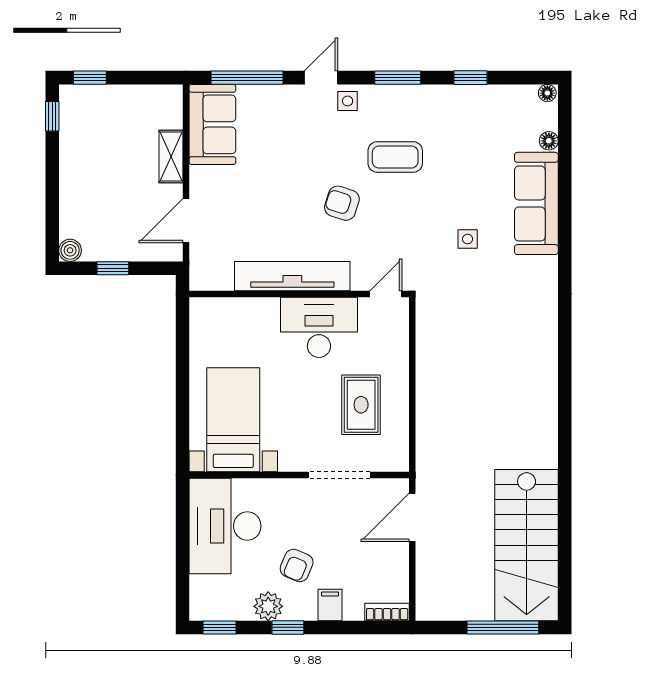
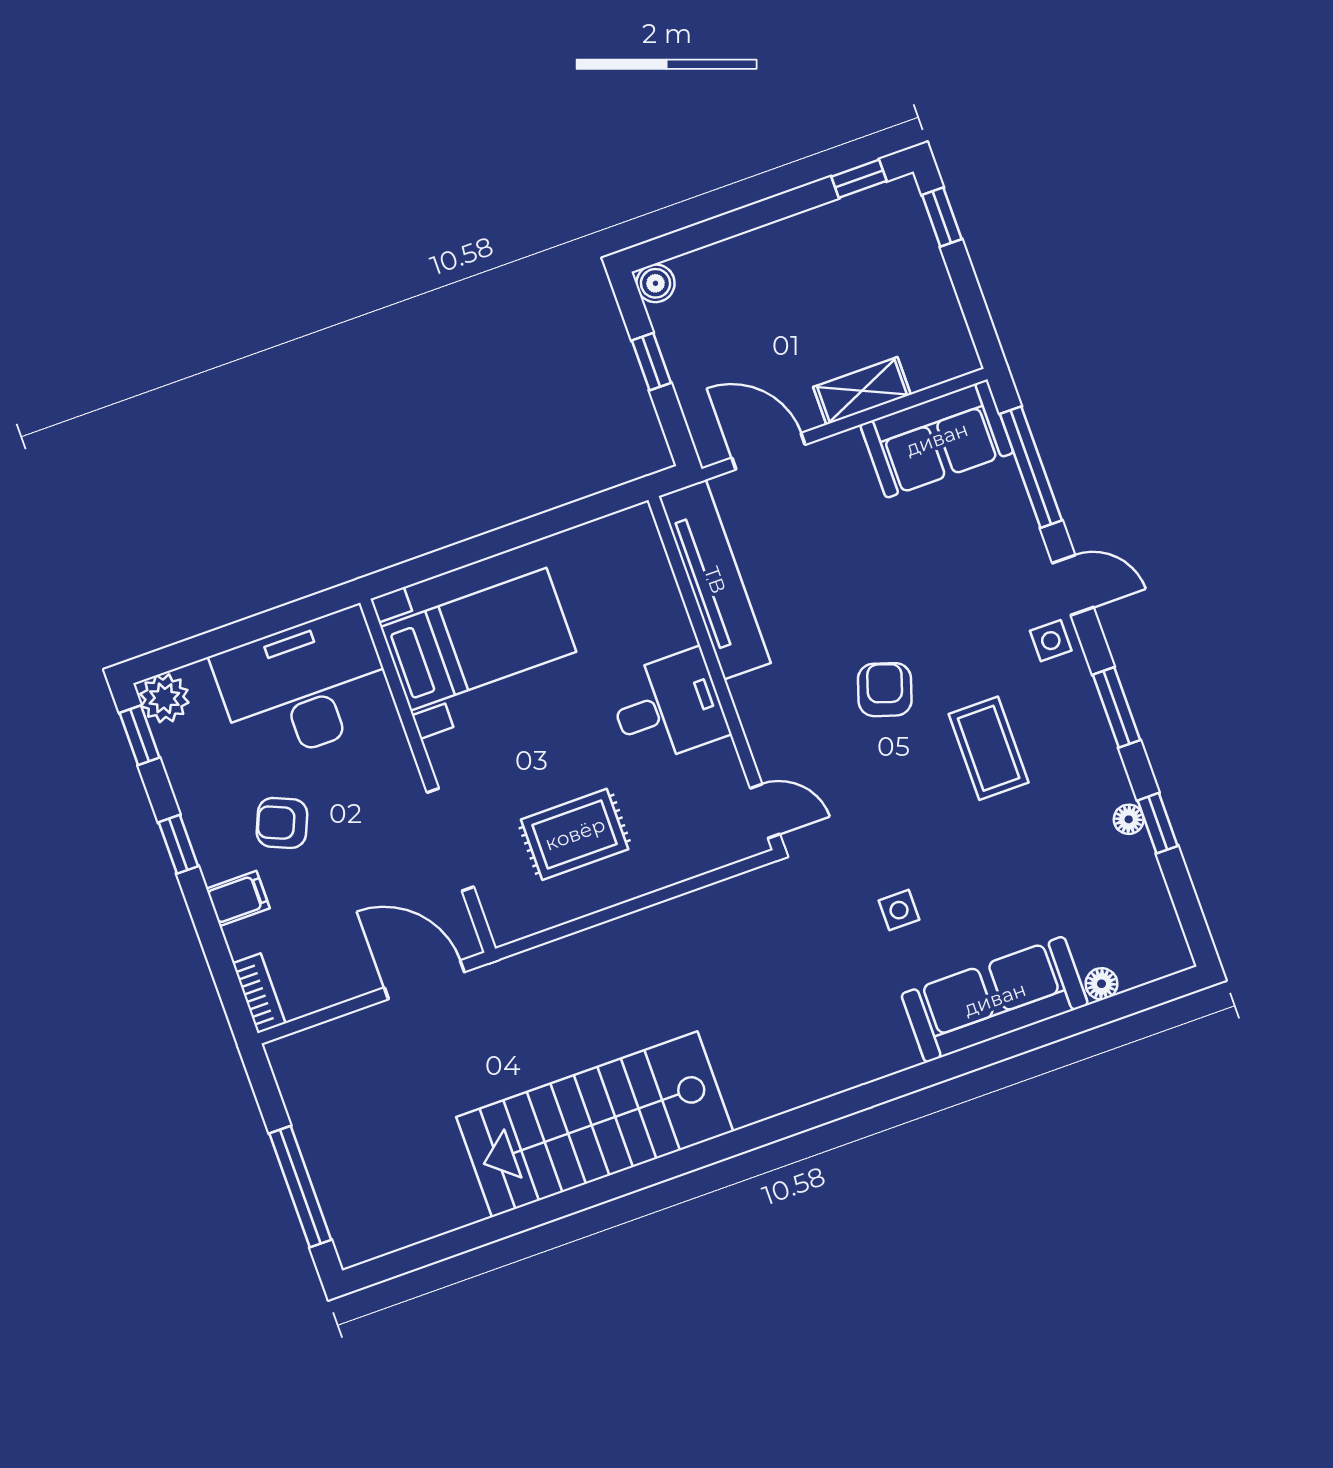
floor lamp: (547, 93) -> (1129, 819), moved
tv unit: (292, 276) -> (715, 580), moved
desk: (319, 327) -> (668, 707), width x0.73
stairs: (527, 545) -> (595, 1124), moved
plant: (268, 606) -> (164, 698), moved

